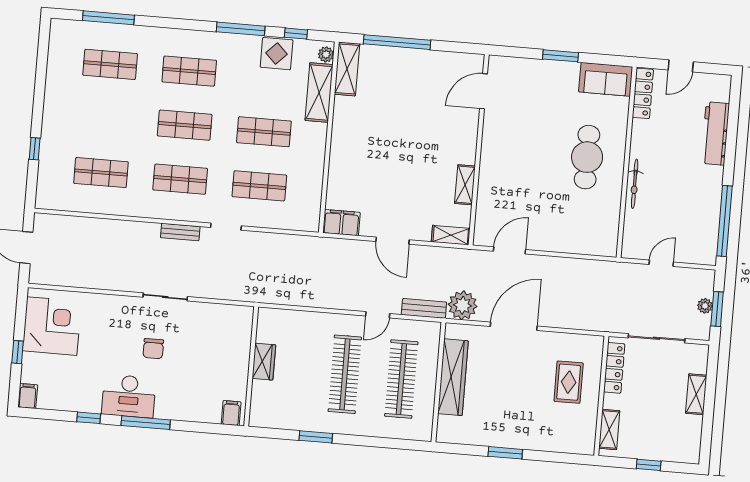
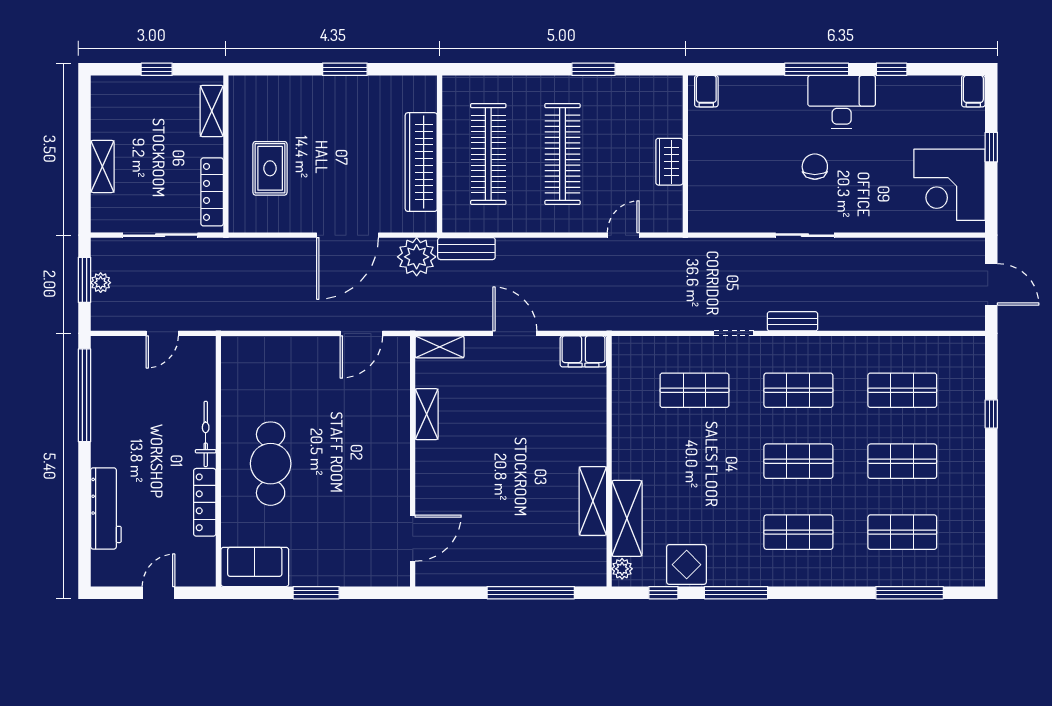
shelving: (347, 69) -> (593, 501), moved
locker: (643, 93) -> (205, 502), moved
shop shelf: (264, 132) -> (902, 461), moved
door: (378, 315) -> (623, 235), moved

